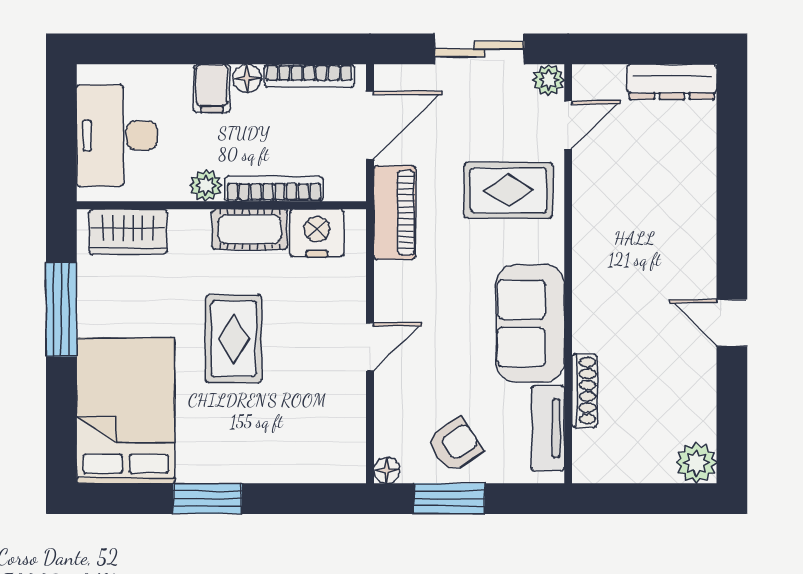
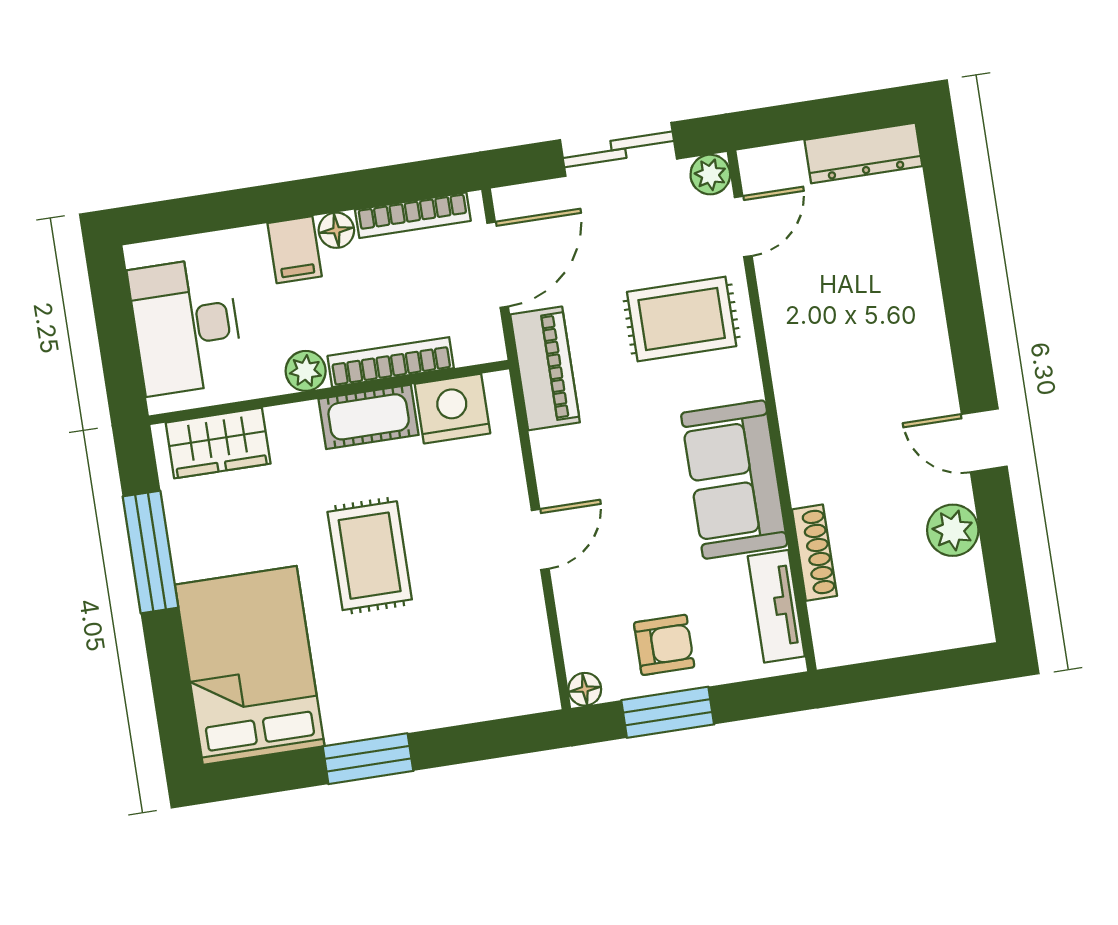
armchair: (455, 445) -> (664, 645), turned 34
plant: (696, 463) -> (953, 530), moved

